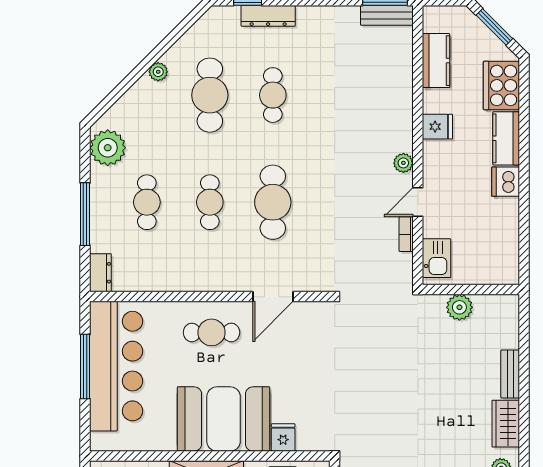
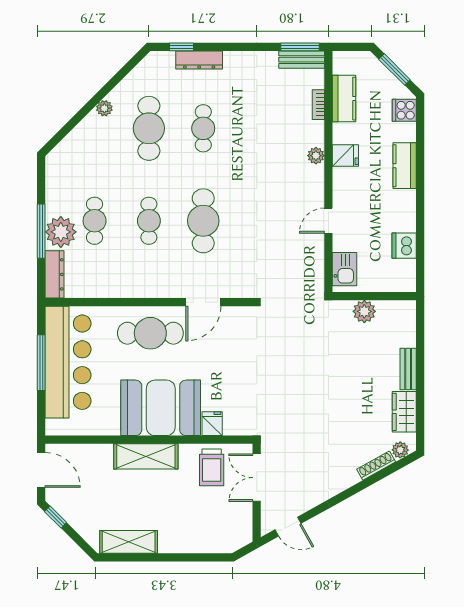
cooker: (501, 85) -> (404, 110), width x0.53, depth x0.76
plant: (108, 148) -> (61, 232), moved
plant: (403, 163) -> (316, 156), moved
dishwasher: (506, 182) -> (404, 246), moved
bookcase: (406, 234) -> (318, 105), moved
dresser: (100, 273) -> (55, 274), width x1.44
cafe table: (212, 332) -> (150, 333), width x1.37, depth x1.35

